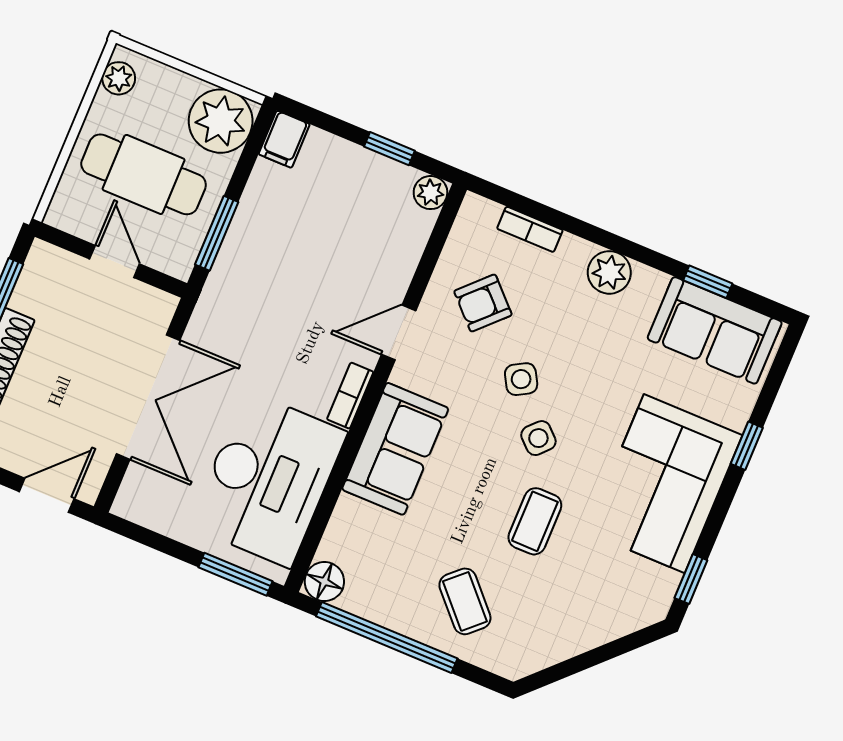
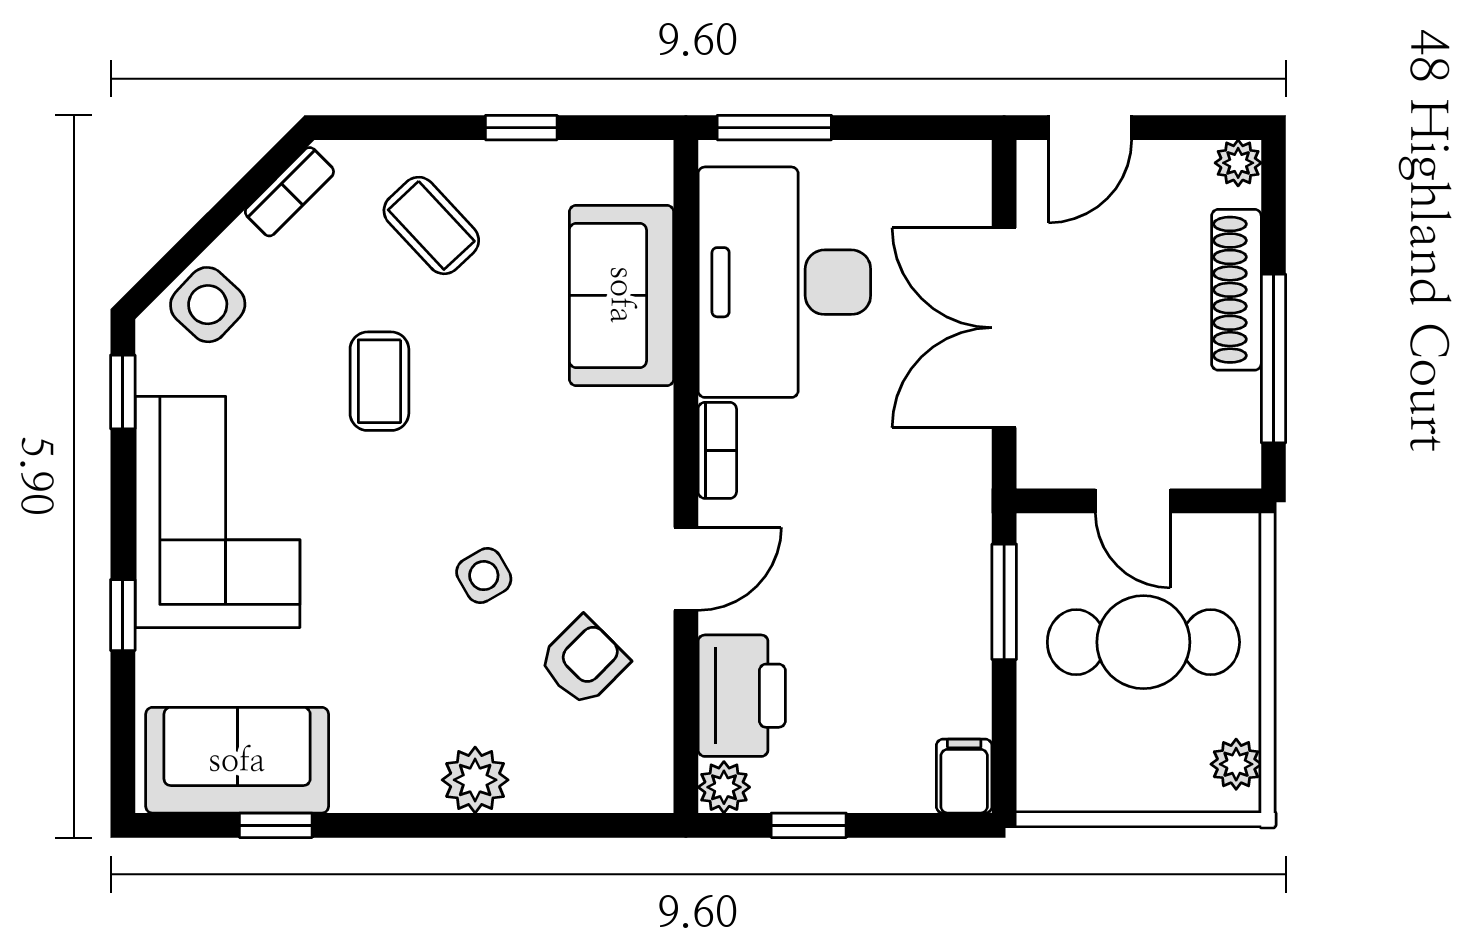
plant: (221, 121) -> (1066, 764), removed
bookcase: (530, 229) -> (289, 192), moved, turned 135
printer: (397, 243) -> (742, 696), added
plant: (609, 272) -> (475, 780), moved
side table: (538, 438) -> (208, 305), moved, width x1.37, depth x1.37
sofa: (395, 449) -> (622, 295), moved
floor lamp: (324, 582) -> (643, 170), removed
window: (387, 637) -> (521, 128), width x0.32

